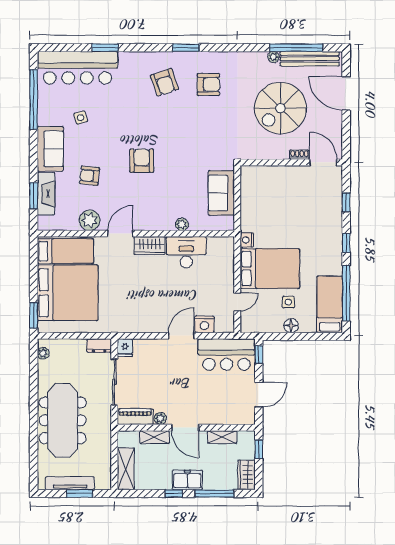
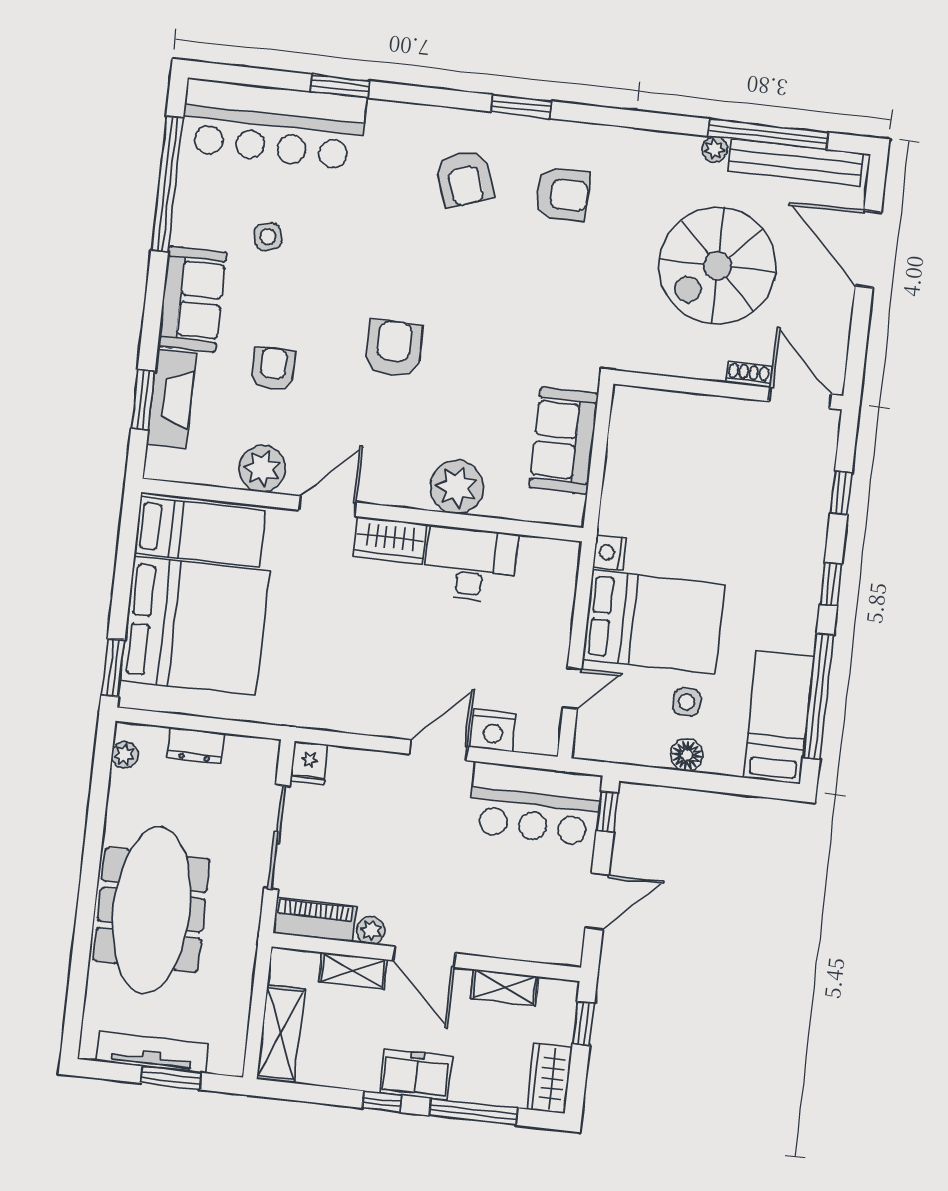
armchair: (90, 176) -> (273, 369), turned 84
plant: (182, 224) -> (457, 487), width x1.88, depth x1.88
dresser: (99, 346) -> (195, 745), moved

